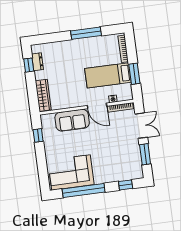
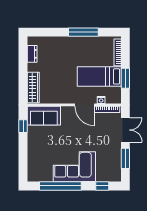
window: (29, 65) -> (23, 56), removed
sofa: (72, 120) -> (44, 116), moved
corner sofa: (71, 172) -> (74, 167), moved

